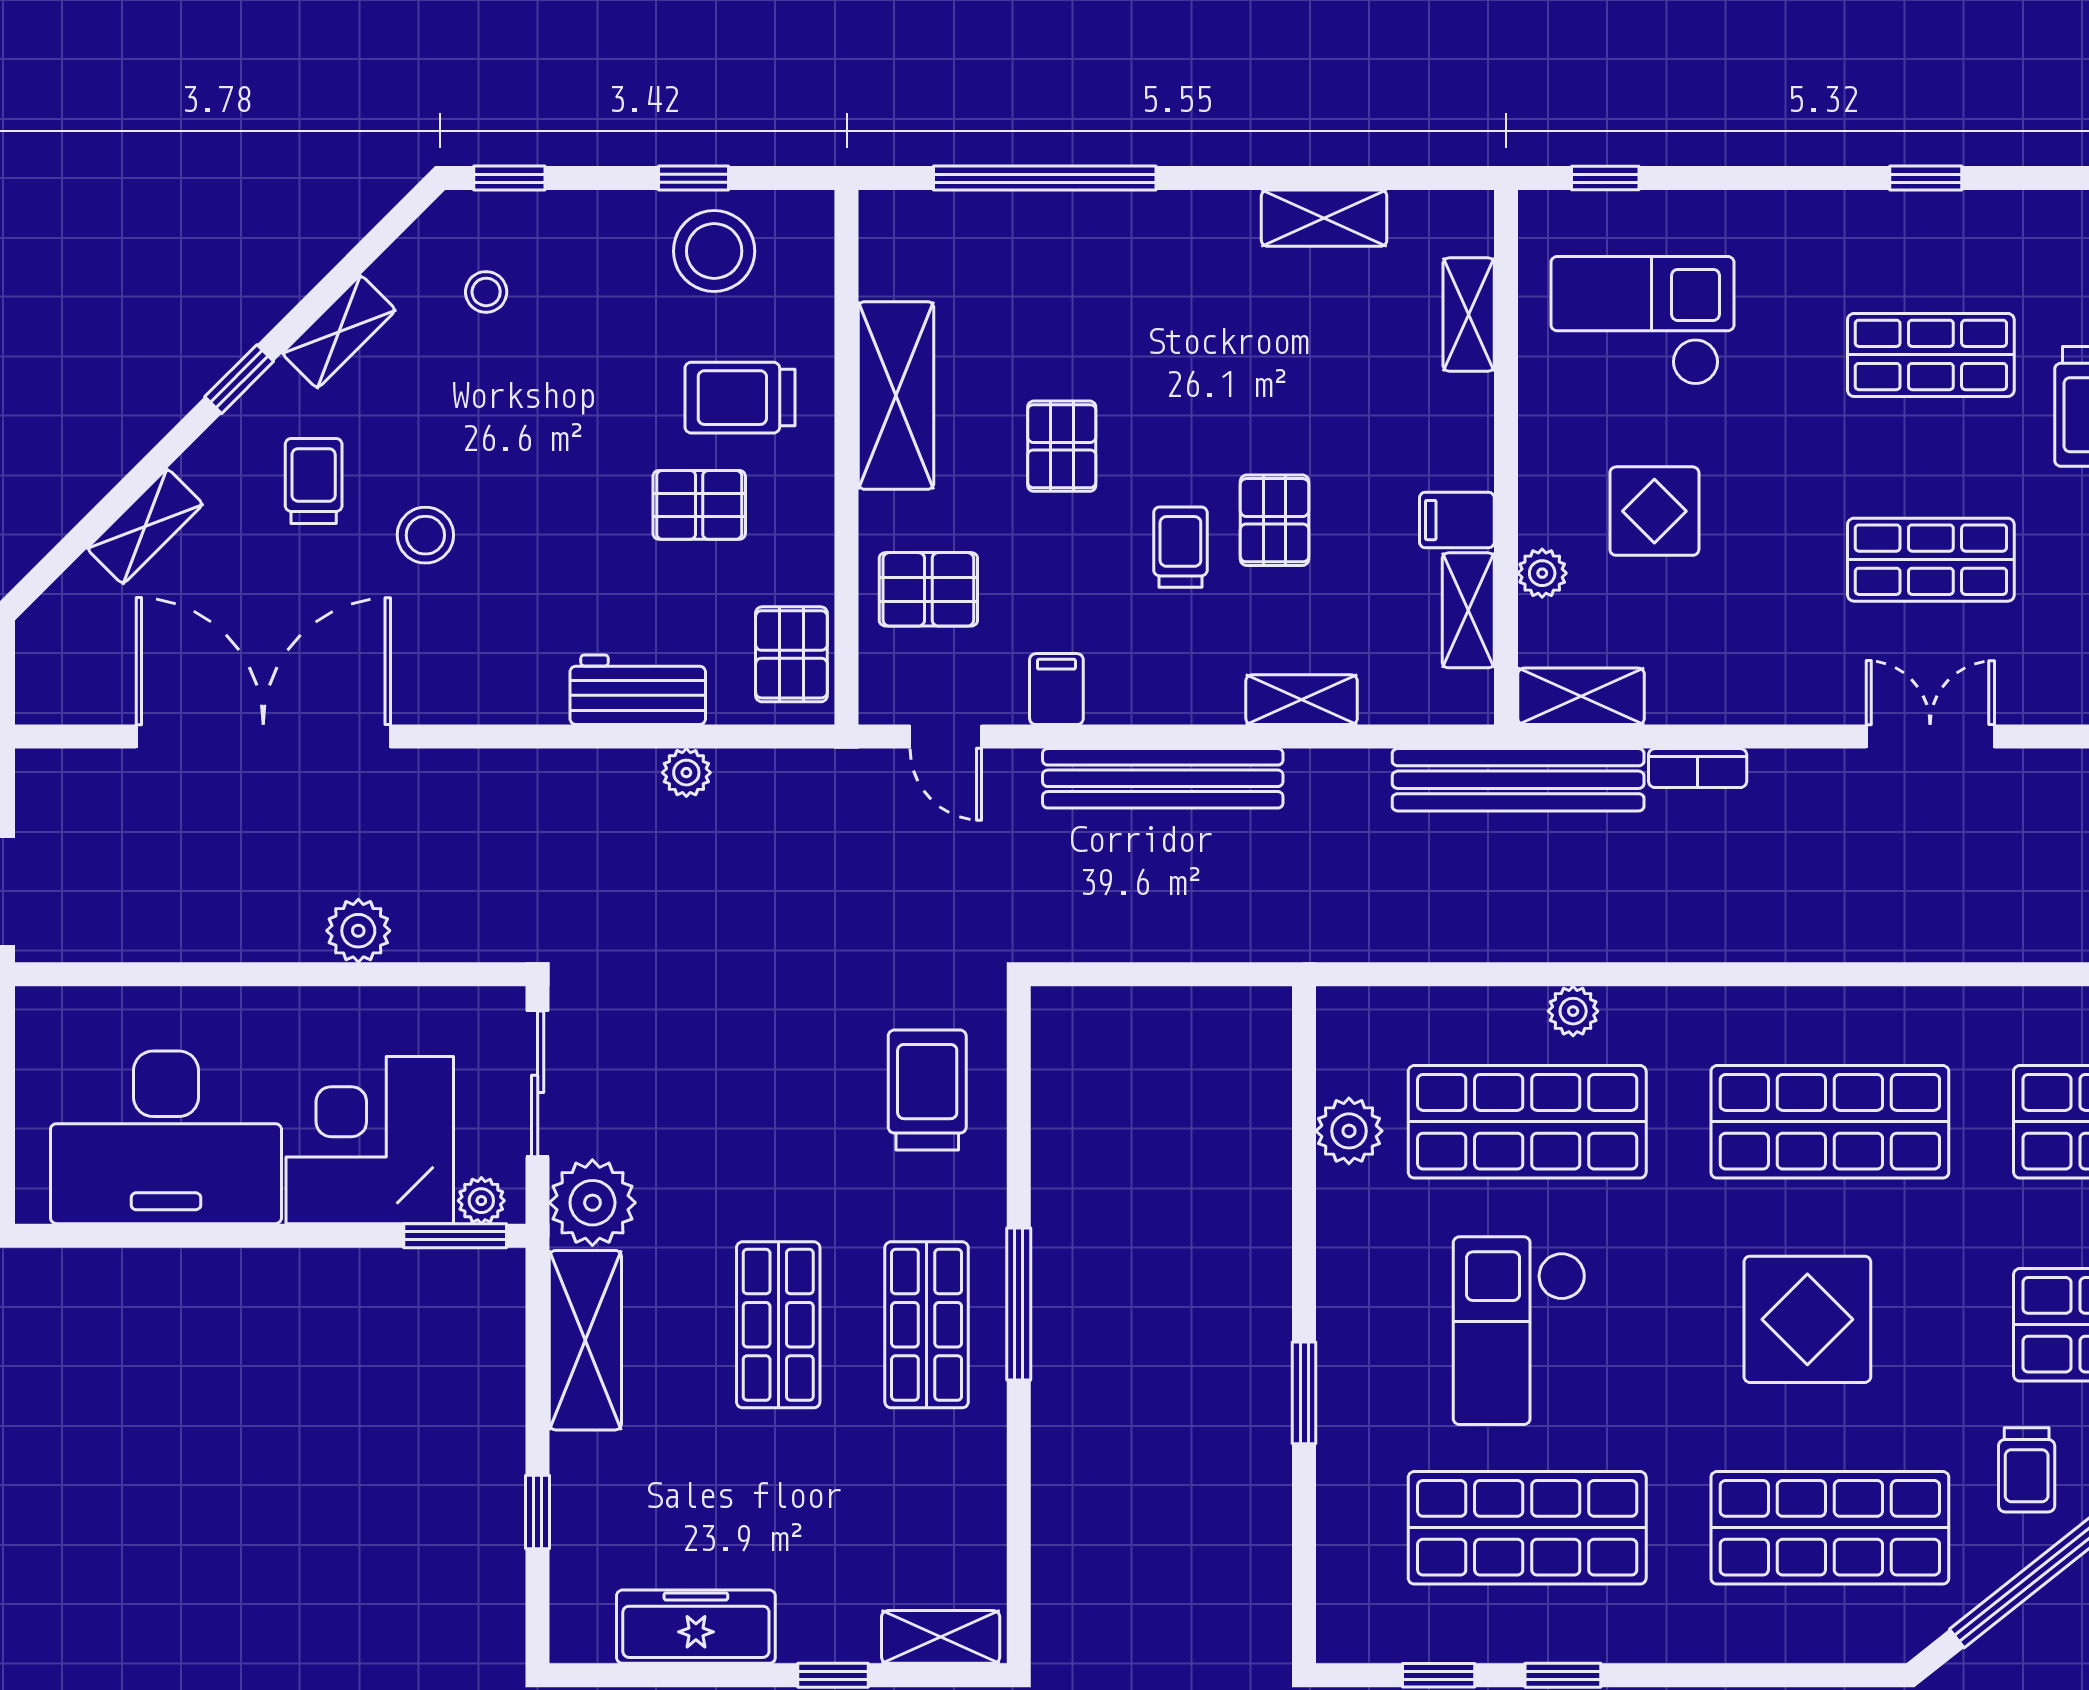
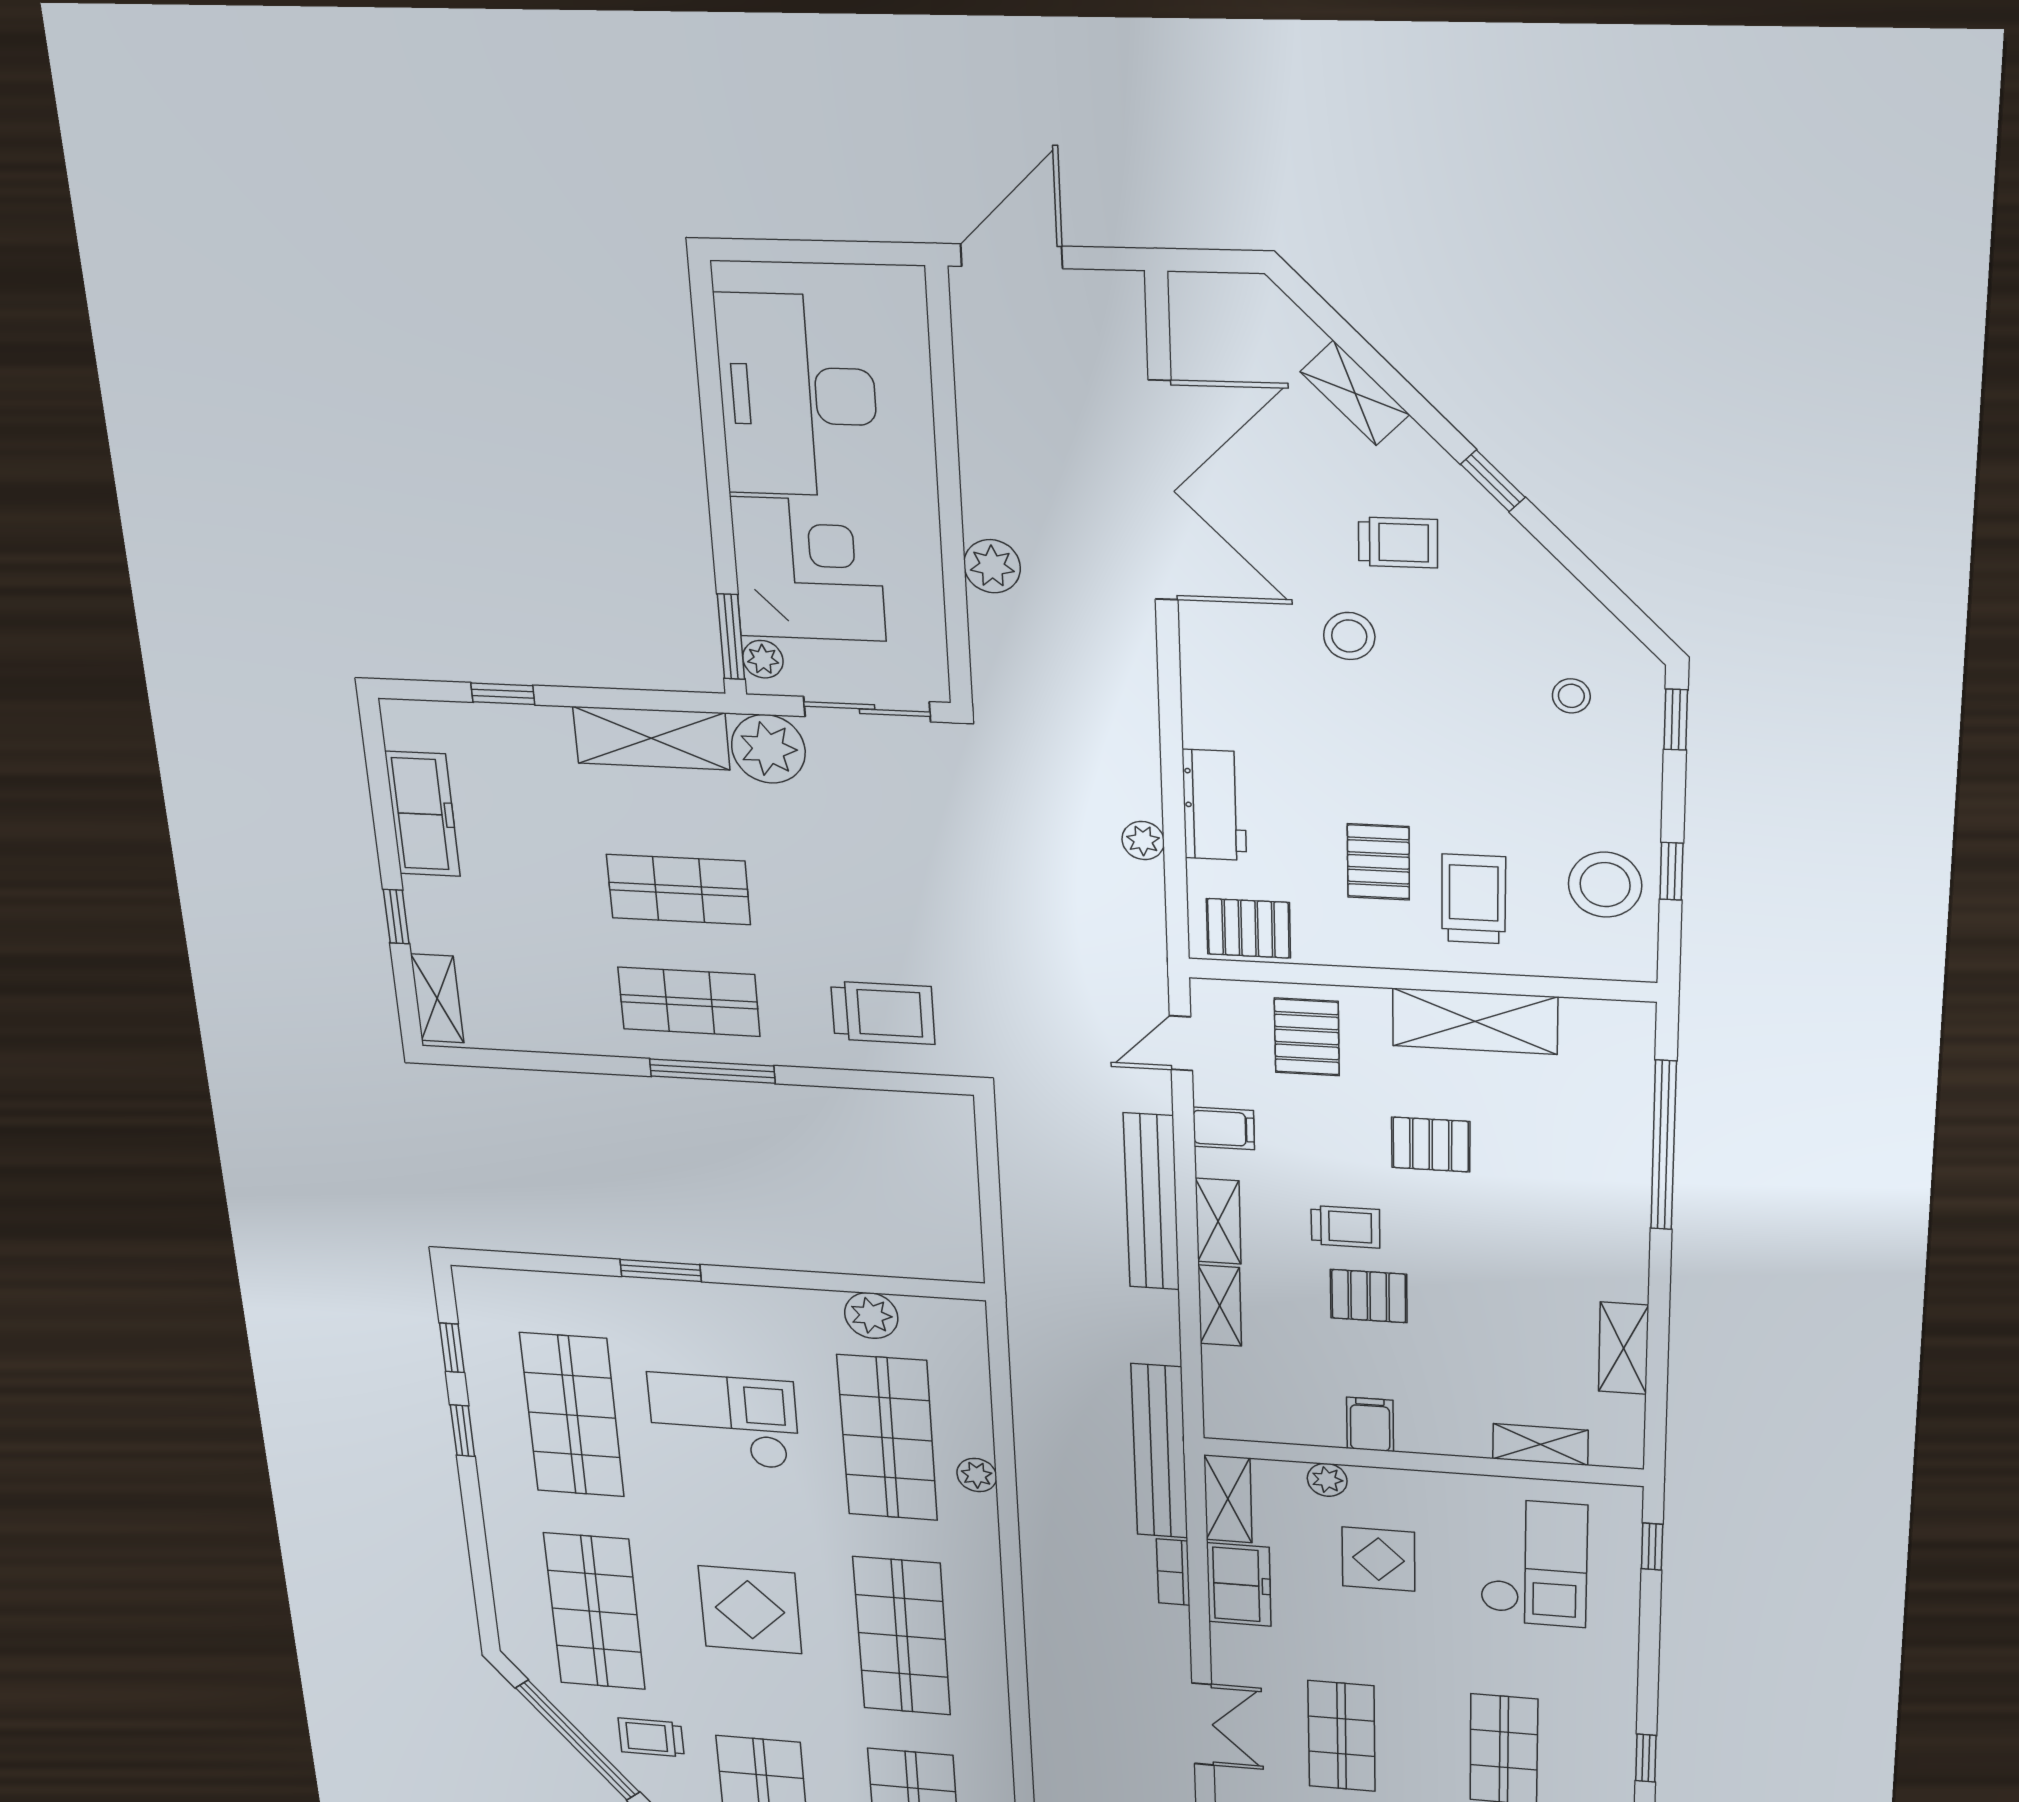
shelving: (339, 332) -> (1536, 569), removed
shelving: (1468, 610) -> (1218, 1221), moved, turned 90
freezer: (1709, 686) -> (1239, 1585), added

